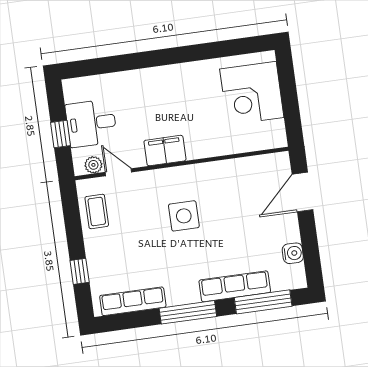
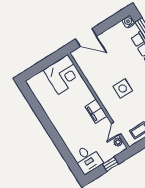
corner desk: (252, 93) -> (63, 74), moved
desk: (91, 123) -> (88, 159), moved
water cooler: (293, 253) -> (128, 22), moved

